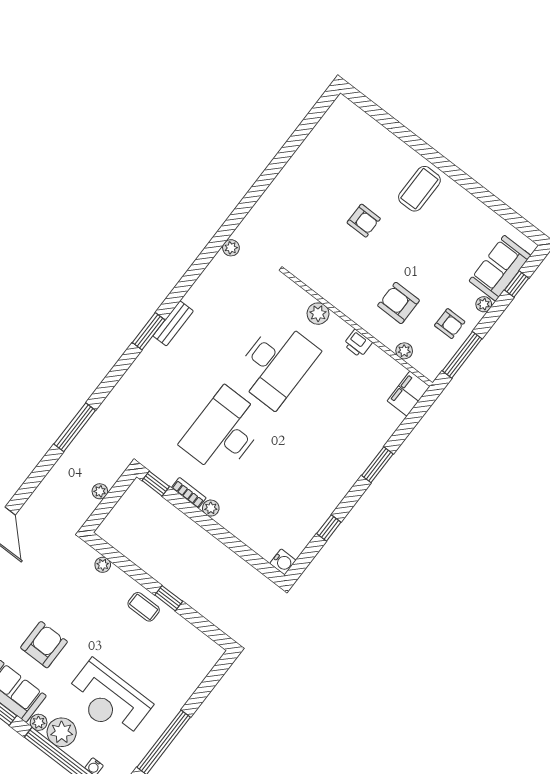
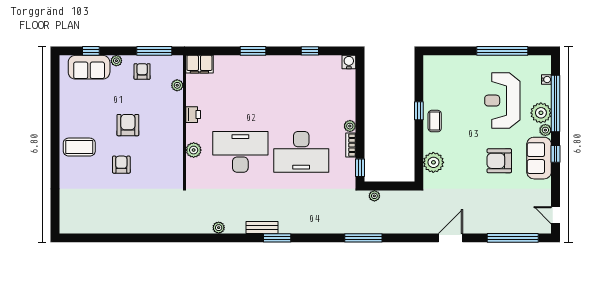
plant: (231, 248) -> (219, 228), moved
armchair: (399, 303) -> (128, 125), moved, turned 180
plant: (100, 491) -> (374, 196), moved
plant: (103, 565) -> (433, 162), width x1.87, depth x1.87
reception desk: (108, 700) -> (502, 101), turned 180

